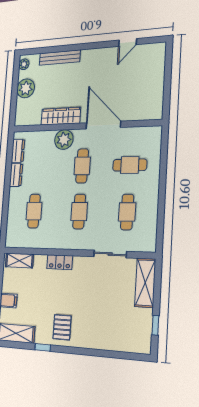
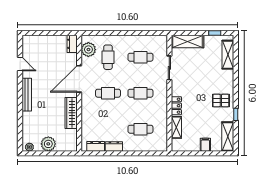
bench: (60, 58) -> (27, 95), moved
dresser: (151, 113) -> (72, 44), added
plant: (64, 140) -> (88, 50), moved
shelving: (19, 261) -> (176, 127), moved
shelving: (123, 343) -> (228, 55), added

